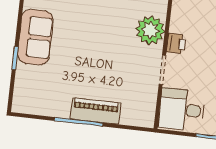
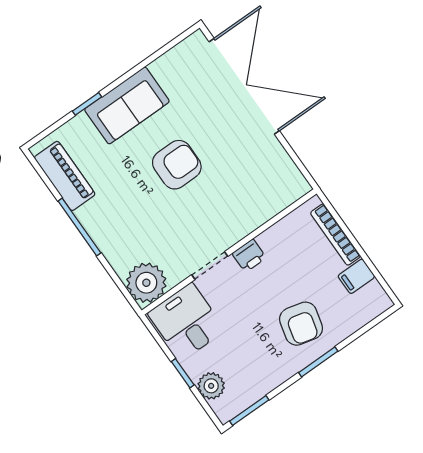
plant: (150, 30) -> (146, 283), moved
armchair: (92, 39) -> (177, 165), added
piano: (96, 111) -> (65, 176), moved

